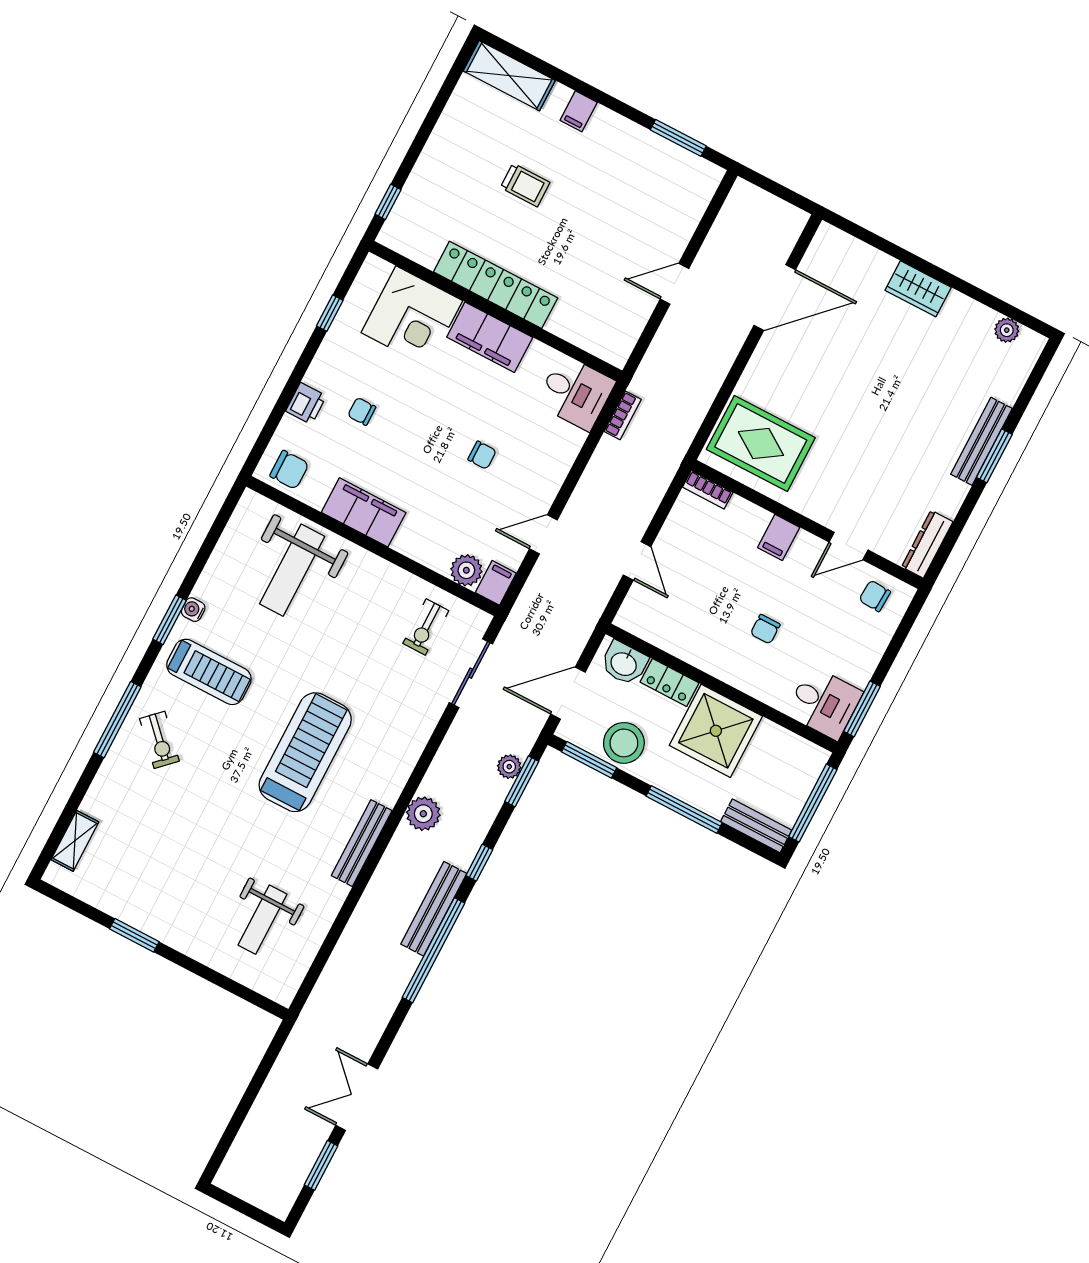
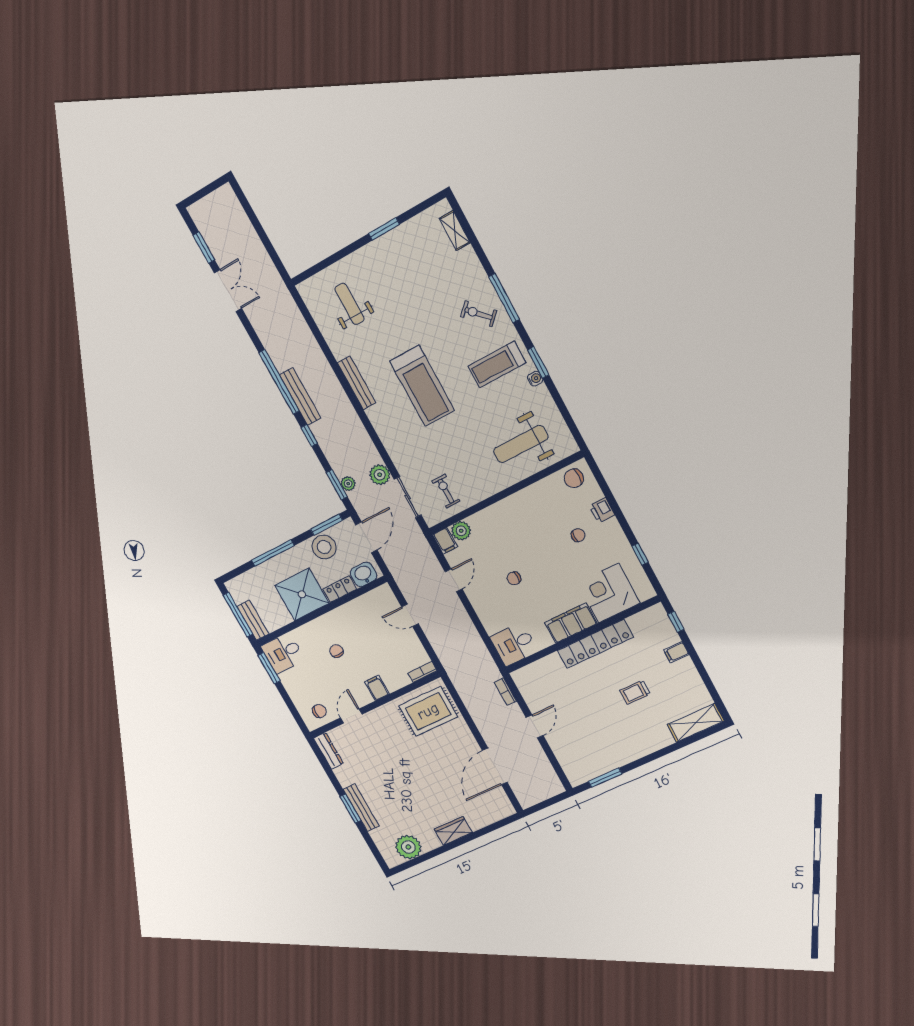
filing cabinet: (579, 111) -> (676, 652), moved, turned -90
plant: (1007, 330) -> (408, 847), width x1.87, depth x1.87
bookcase: (623, 415) -> (505, 692), moved
filing cabinet: (364, 512) -> (526, 501), removed
weight bench: (292, 570) -> (521, 444), turned -90
plant: (423, 814) -> (380, 475), moved
bench: (756, 826) -> (253, 620), moved, turned 90

